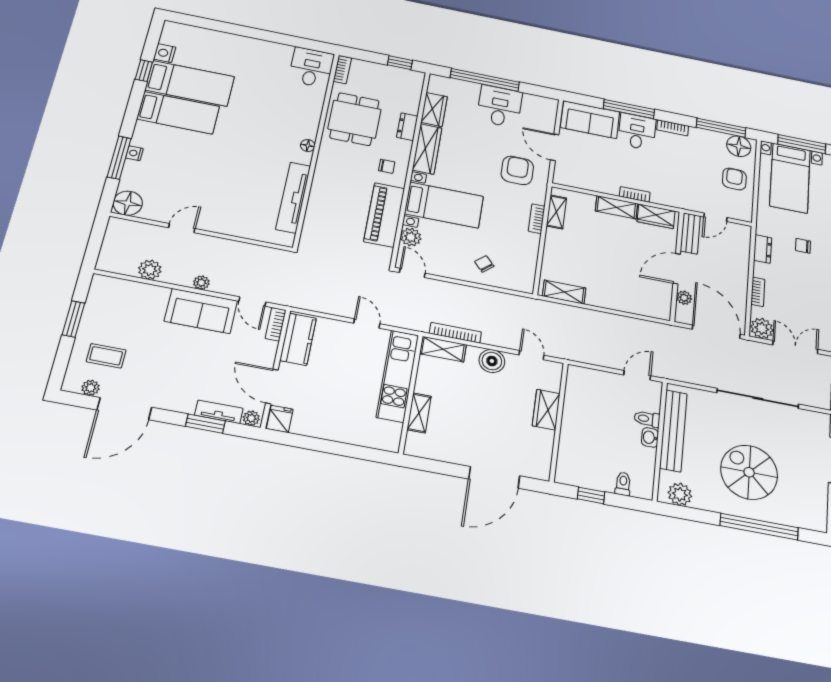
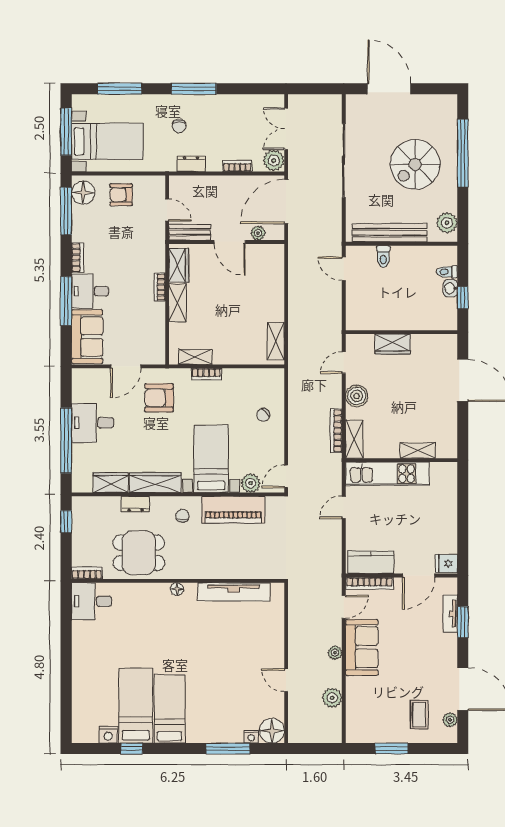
nightstand: (134, 153) -> (251, 737), moved
bookcase: (276, 324) -> (369, 583), width x1.56
plant: (251, 418) -> (450, 587), removed
washbasin: (650, 437) -> (450, 288), moved, turned 90

